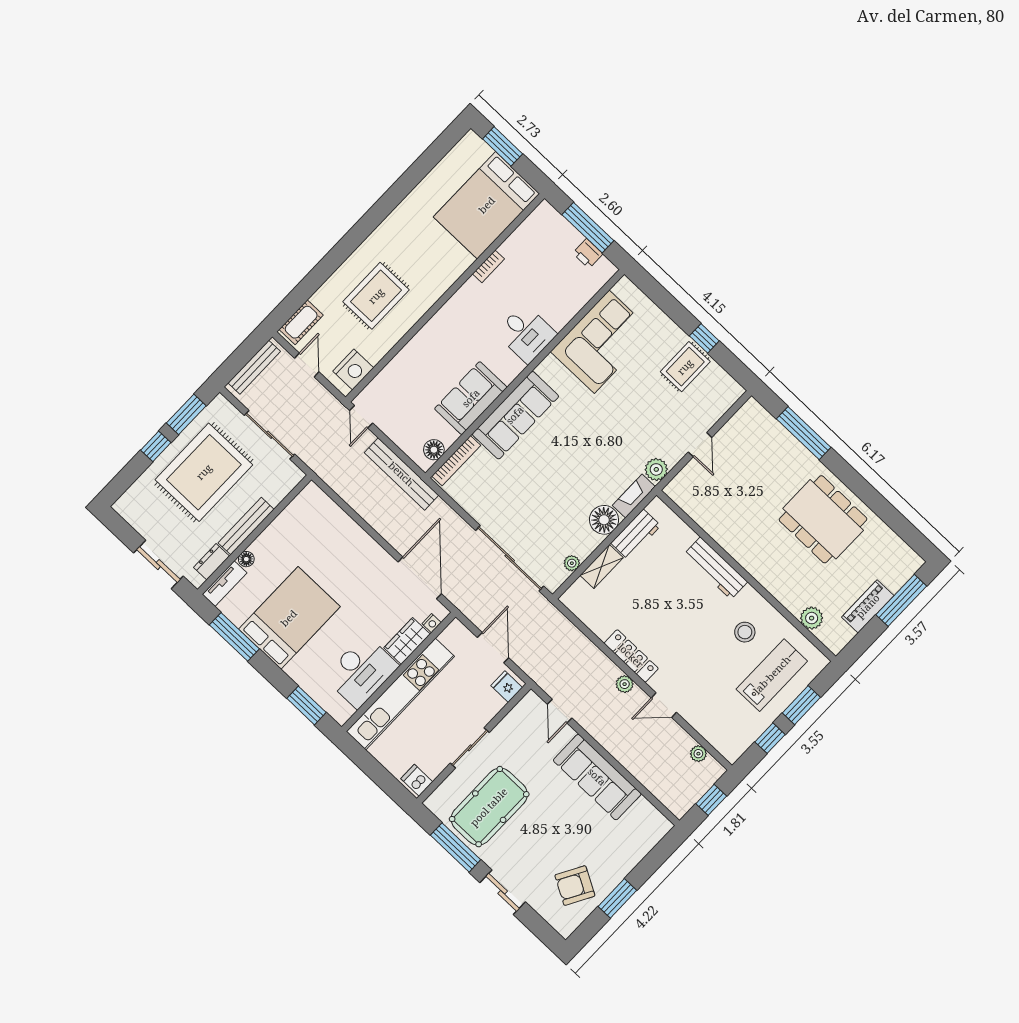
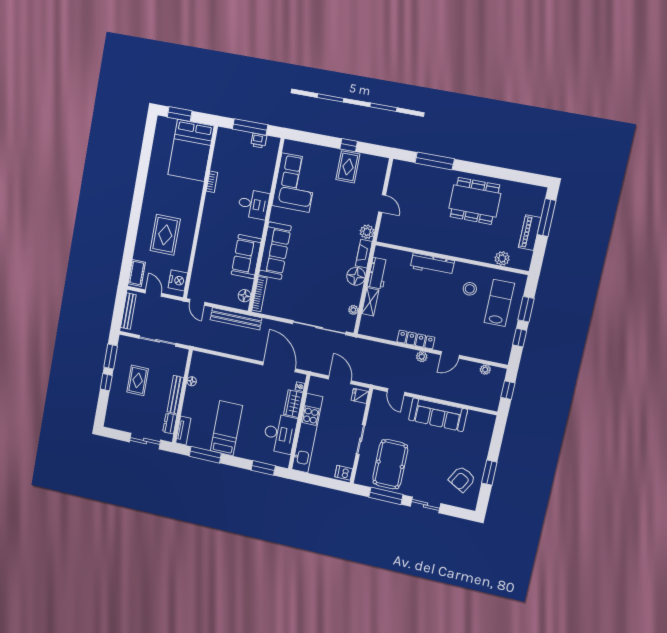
rug: (204, 472) -> (138, 380), width x0.54, depth x0.49
floor lamp: (246, 559) -> (192, 381), moved
bed: (289, 618) -> (226, 428), width x0.67

